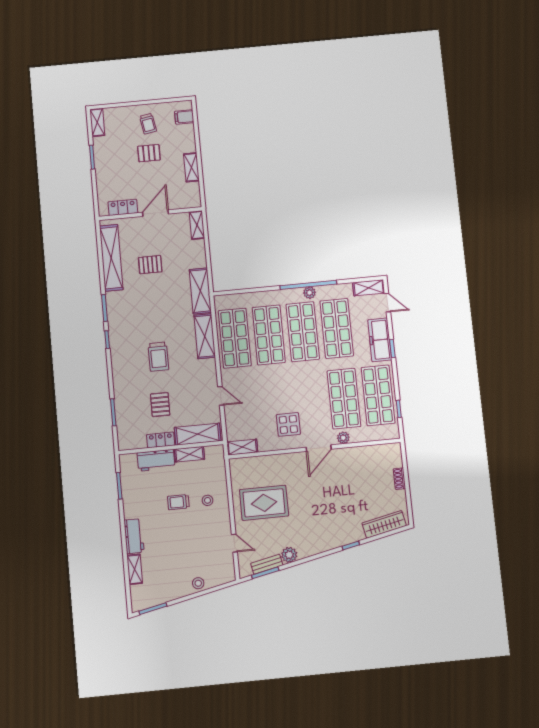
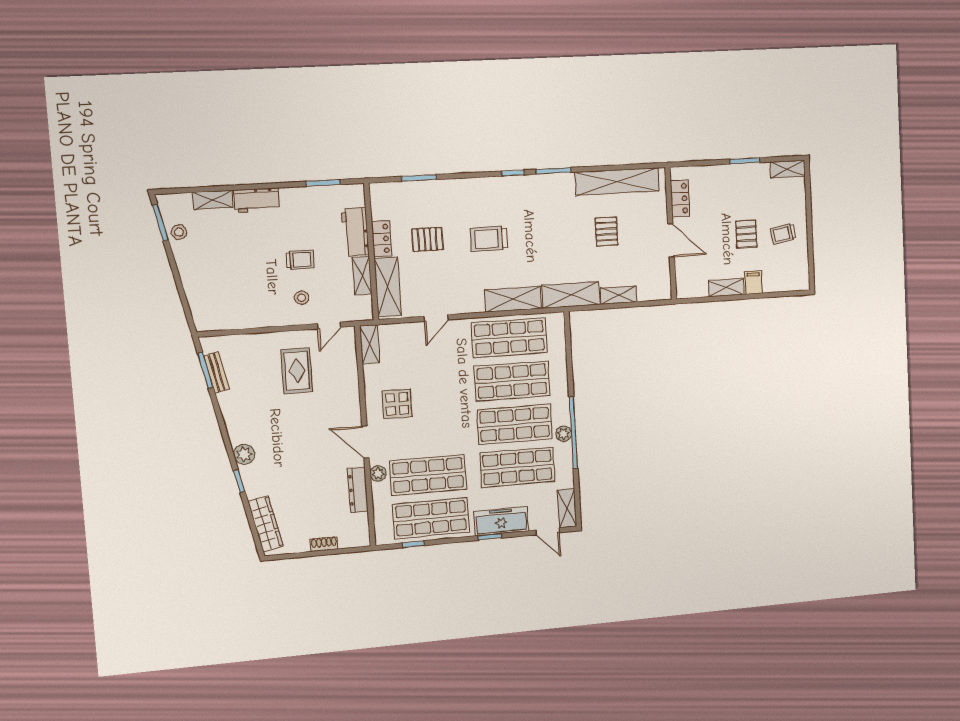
filing cabinet: (184, 117) -> (754, 282), moved
shelving: (197, 225) -> (619, 295), moved
door: (387, 303) -> (547, 531), hinge flipped
dresser: (356, 453) -> (358, 490), added
trolley: (178, 502) -> (300, 260), turned 90
rug: (264, 503) -> (297, 371), width x0.73, depth x0.70
door: (234, 543) -> (329, 325), moved
plant: (289, 555) -> (244, 454), moved
stool: (198, 583) -> (179, 232), moved

